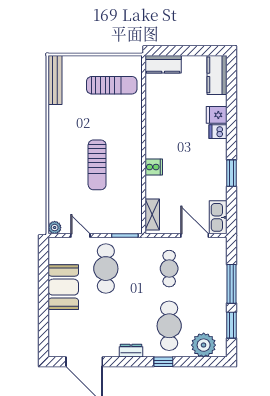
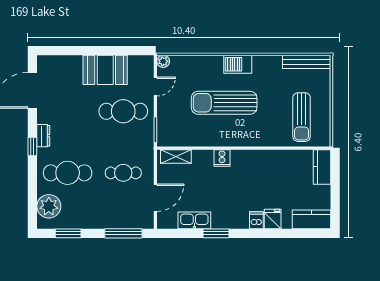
barbecue: (58, 151) -> (238, 64), added
sun lounger: (97, 165) -> (224, 103), width x1.36, depth x1.34
kitchen sink: (218, 217) -> (194, 220), moved
window: (231, 284) -> (123, 233), moved
window: (163, 362) -> (32, 146), moved

